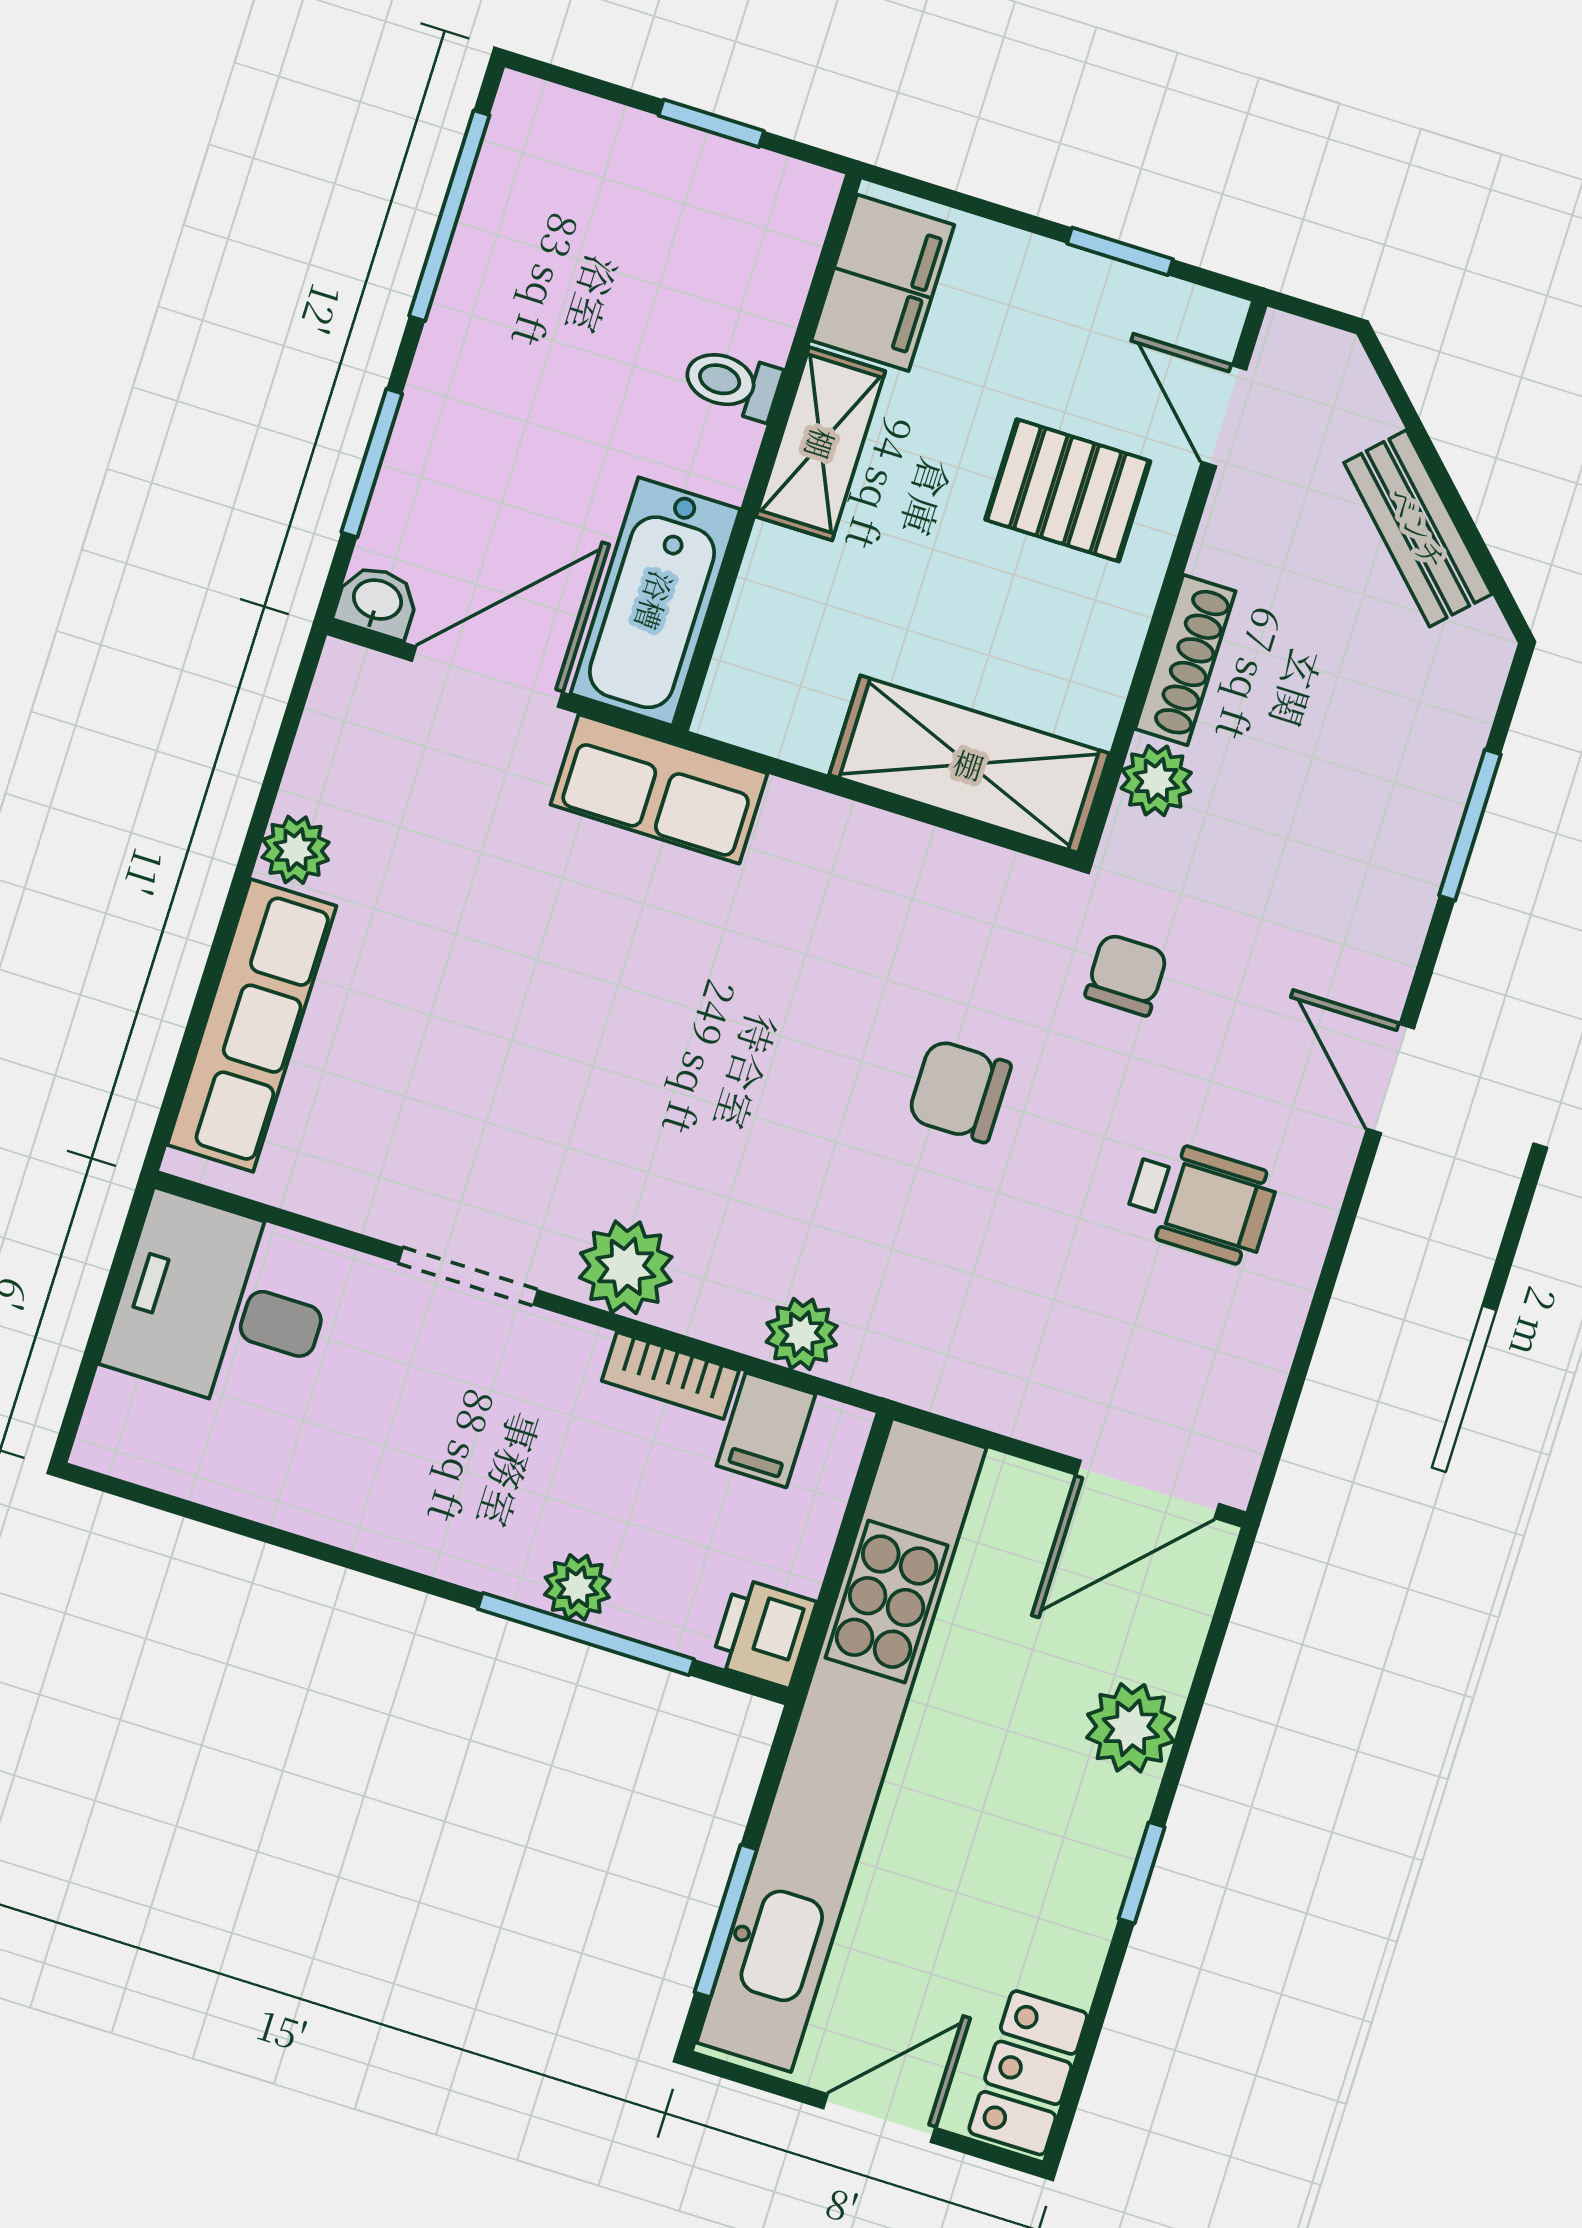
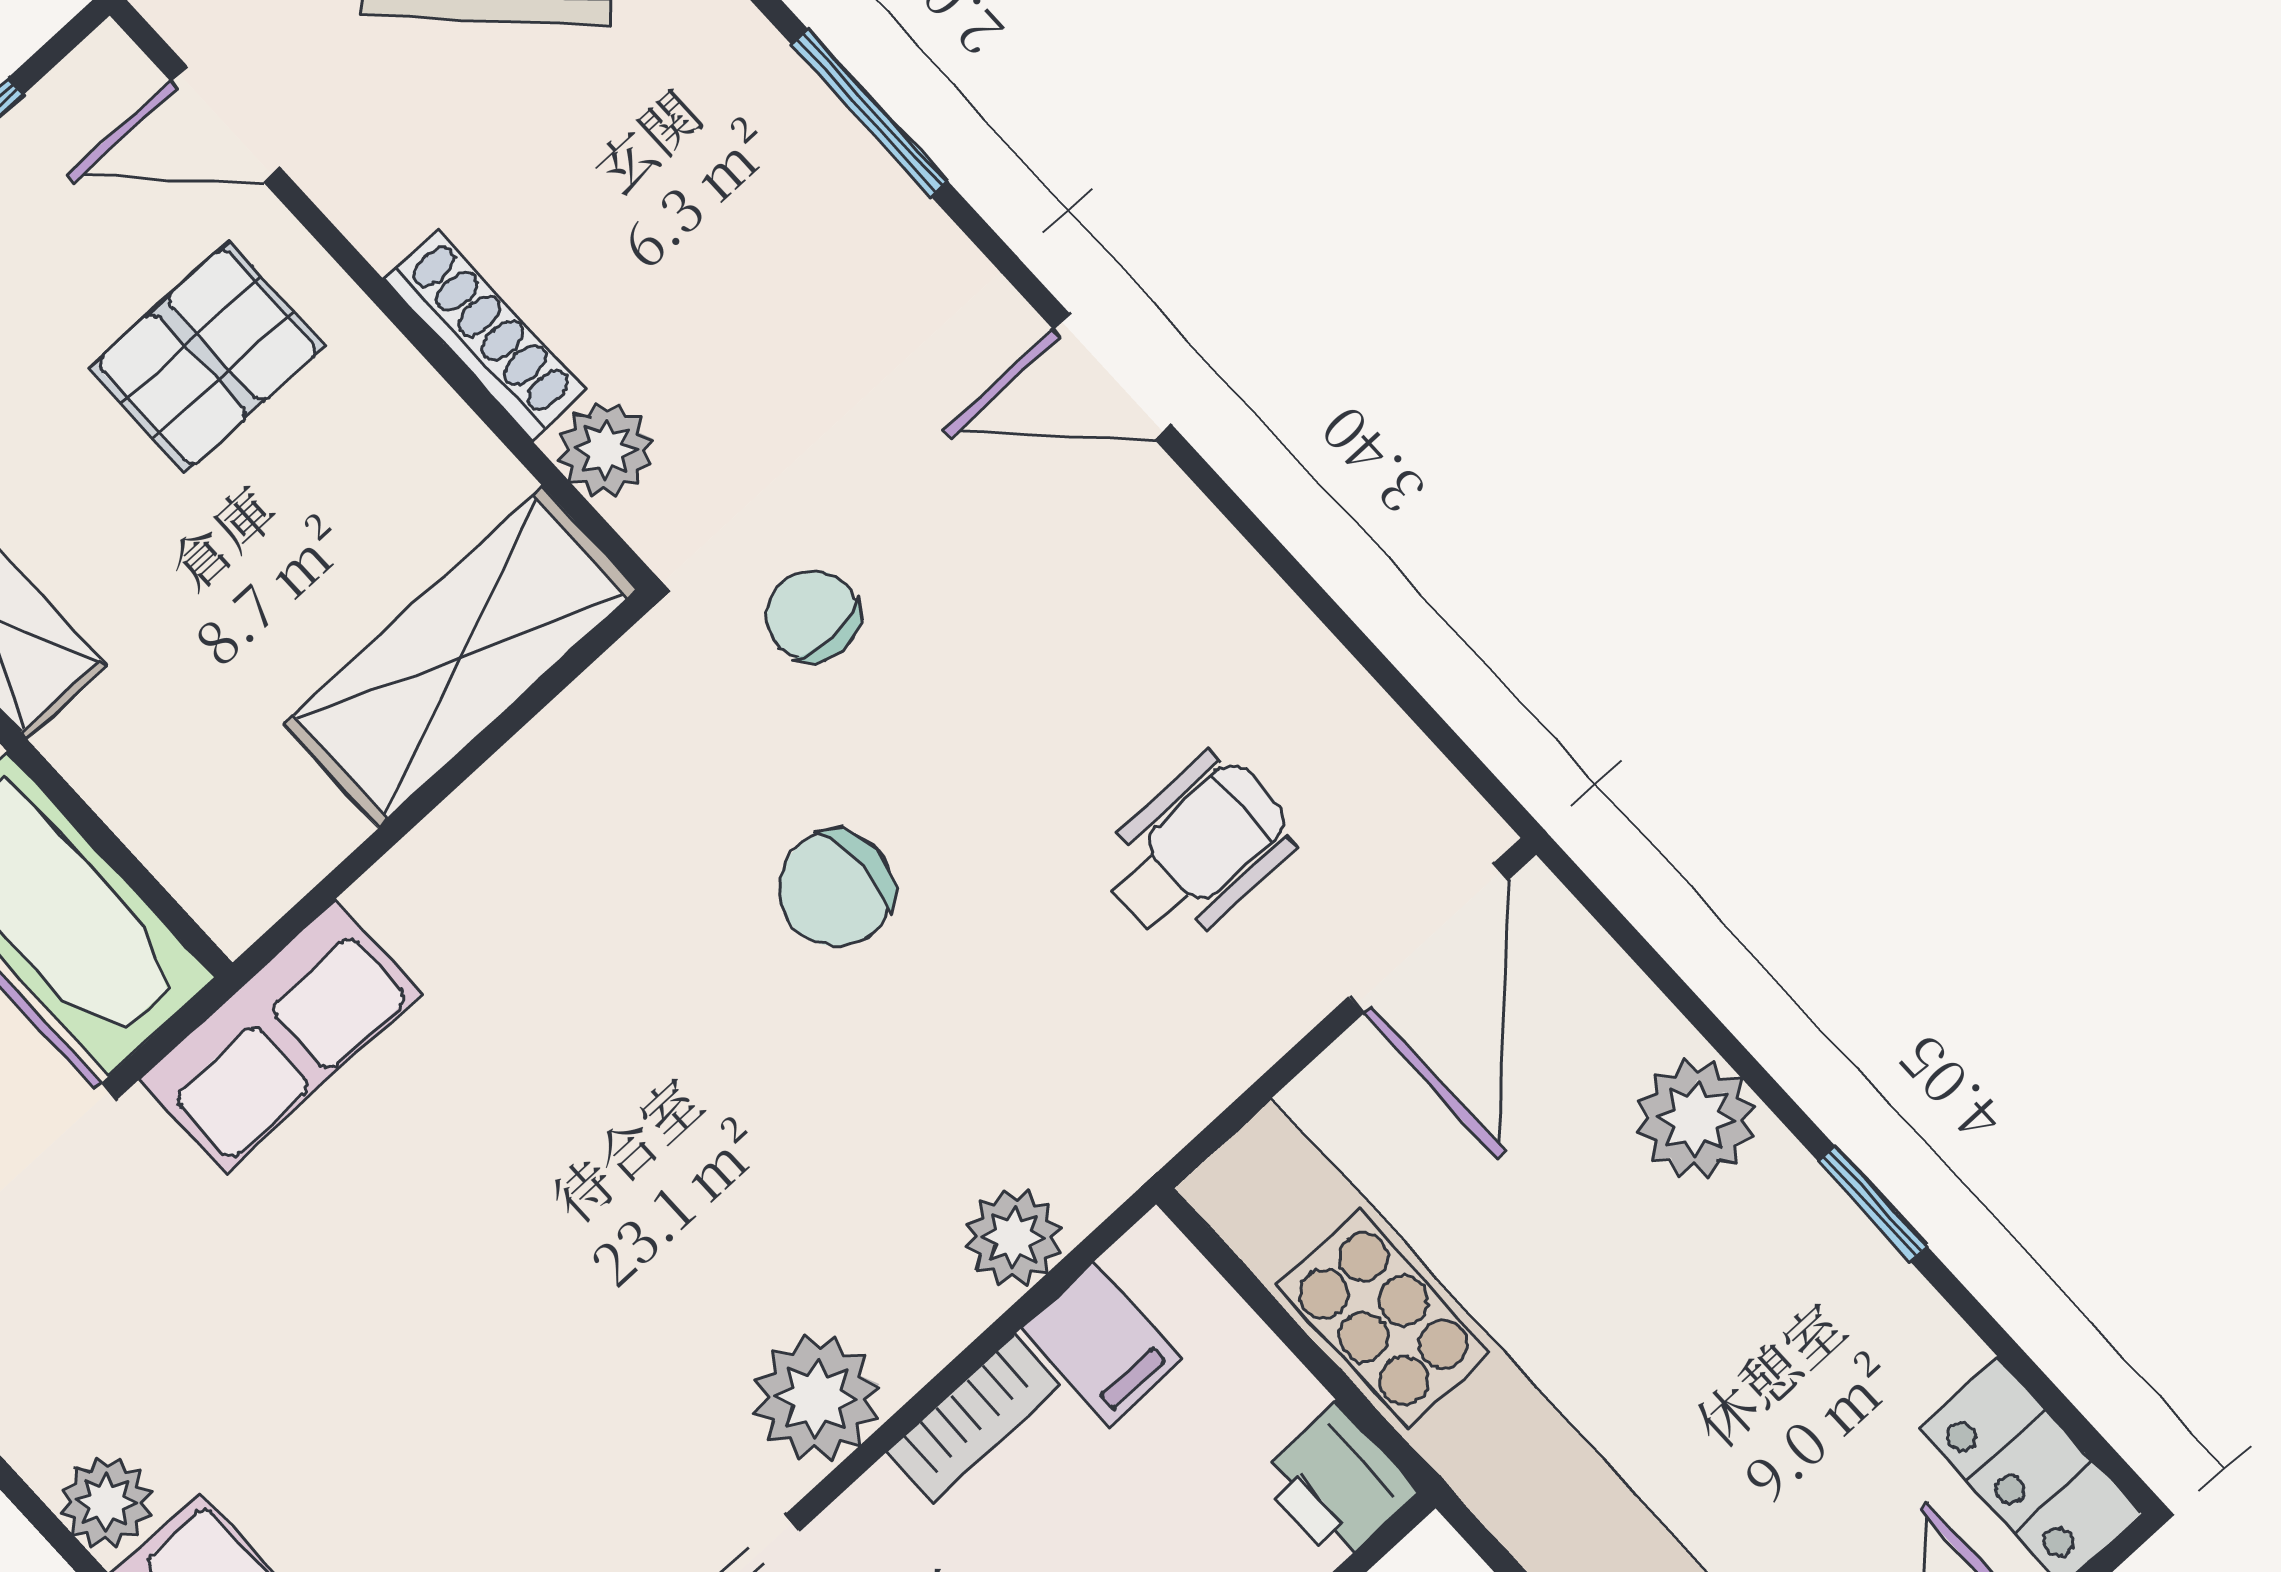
wheelchair: (1201, 1202) -> (1197, 850), moved

